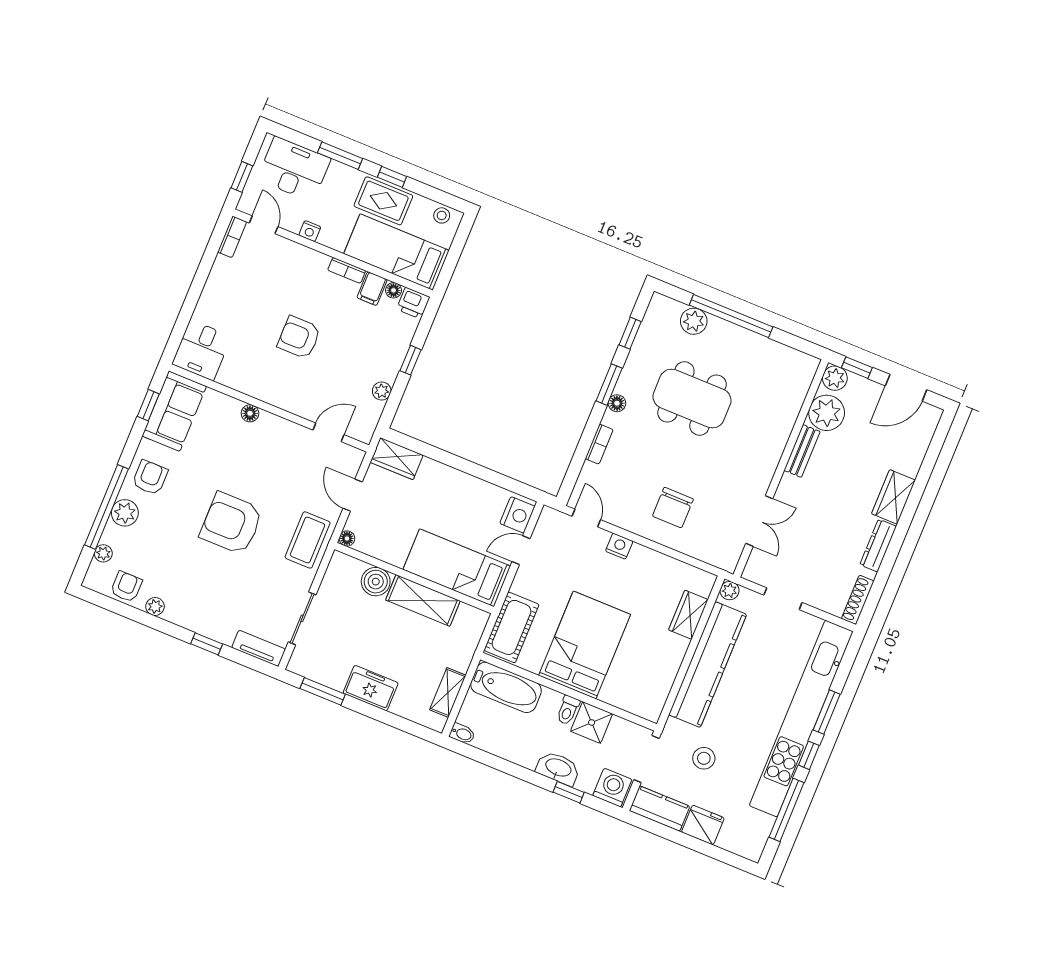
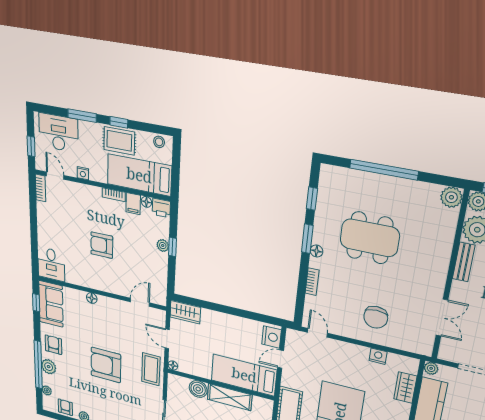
plant: (694, 321) -> (451, 197), moved
plant: (382, 391) -> (163, 246), moved
nightstand: (619, 546) -> (378, 356), moved

